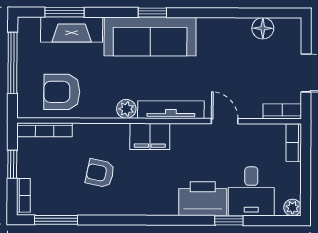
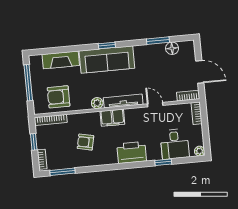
window: (65, 12) -> (158, 41), moved
printer: (203, 199) -> (132, 152), moved

